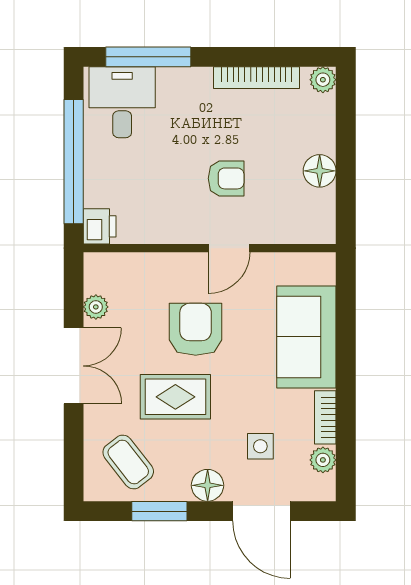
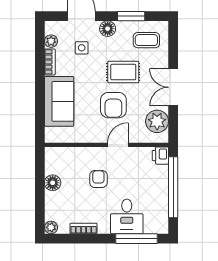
bookcase: (257, 78) -> (84, 228), width x0.64
desk: (122, 102) -> (127, 216), moved
armchair: (226, 178) -> (98, 179), turned 90
door: (229, 248) -> (118, 145), moved
plant: (96, 307) -> (157, 121), width x1.88, depth x1.88
coffee table: (128, 462) -> (146, 40), turned -52

